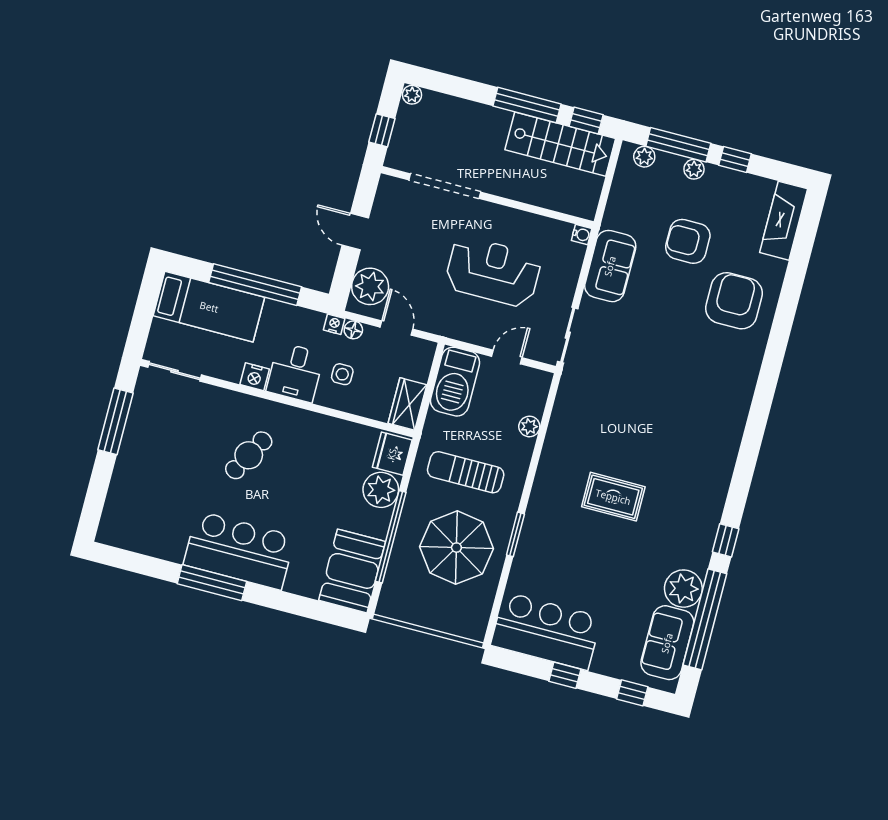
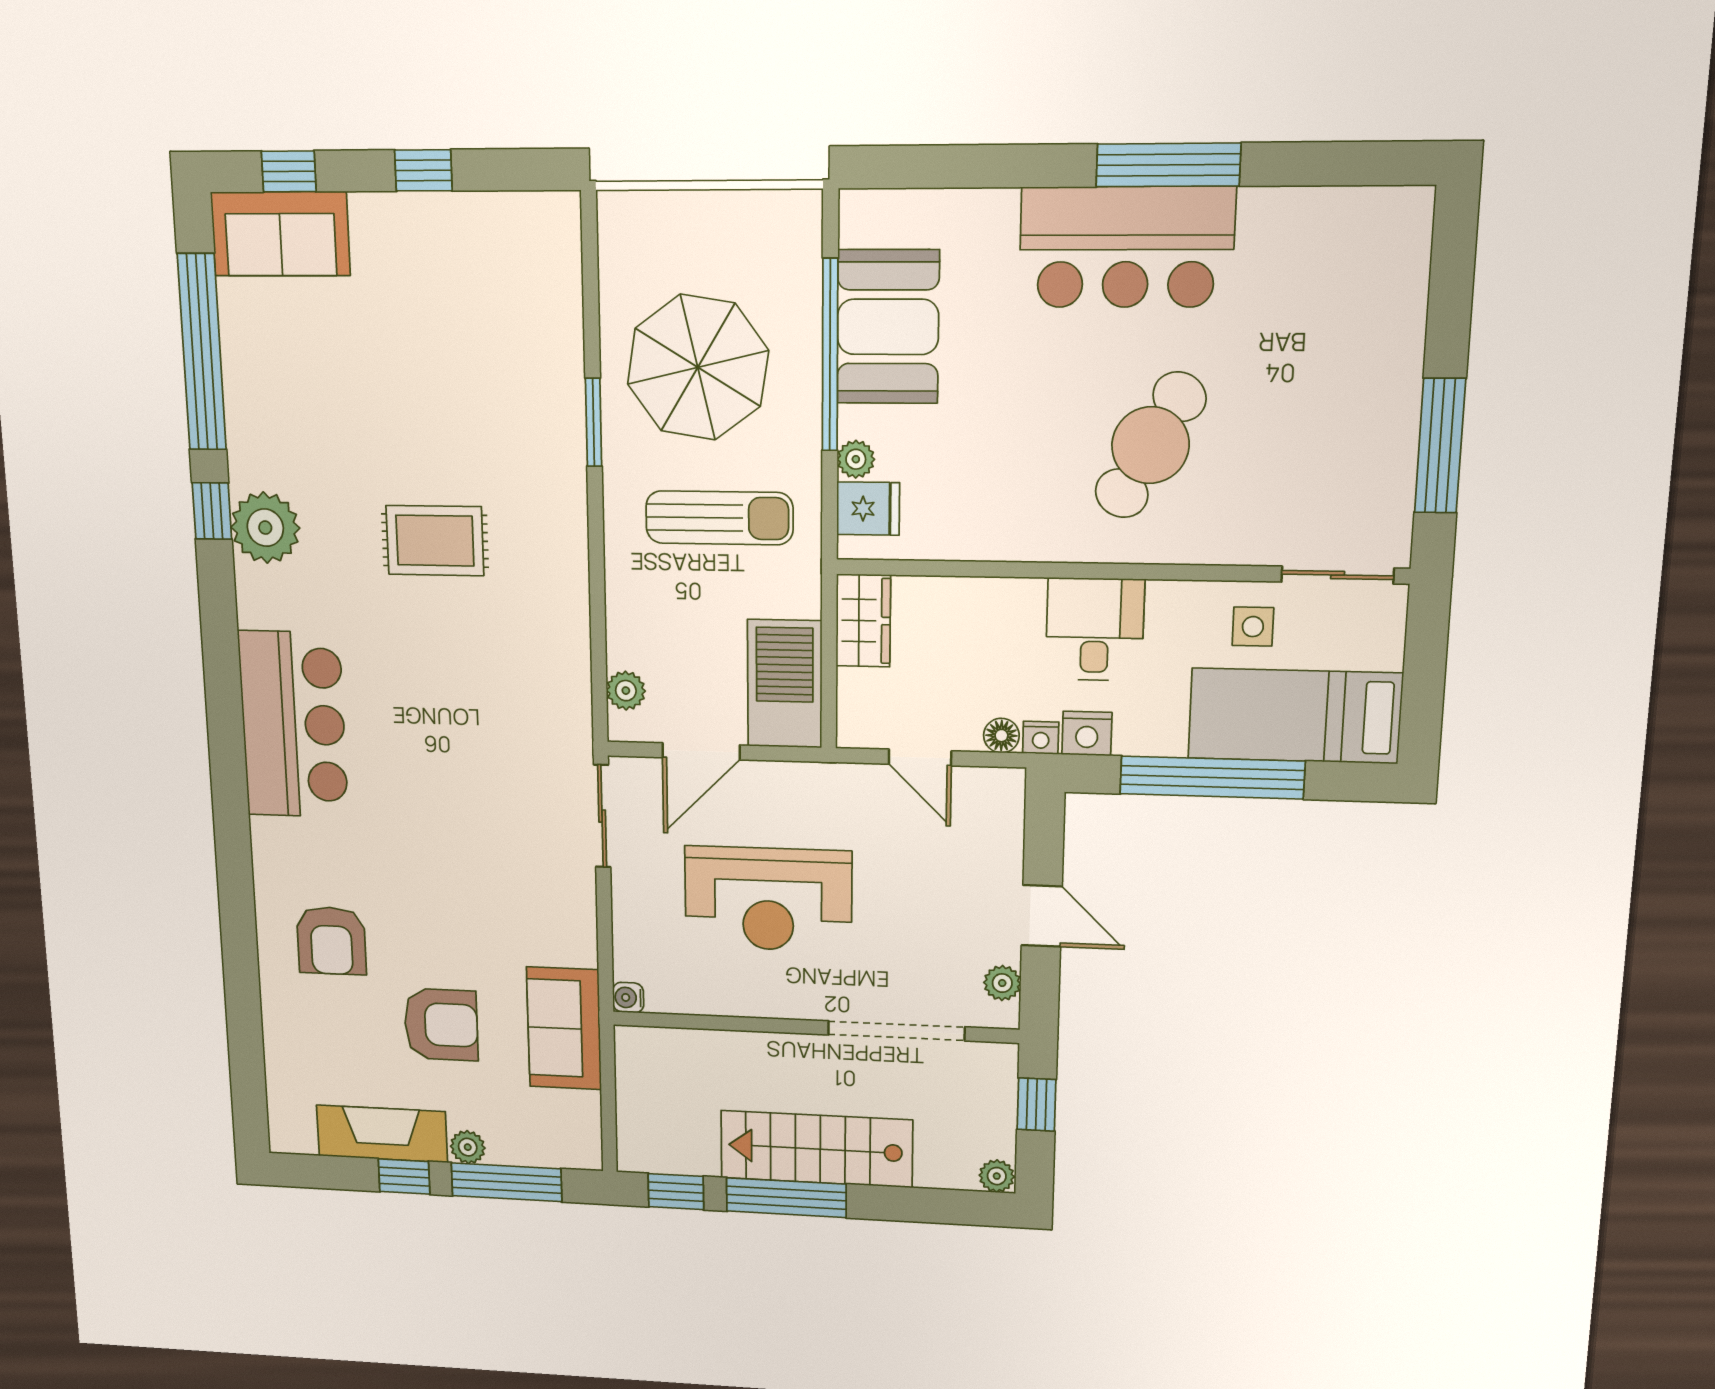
stairs: (560, 144) -> (816, 1149), moved
plant: (644, 157) -> (558, 1151), removed
fireplace: (784, 221) -> (382, 1134), moved, turned -90
sofa: (610, 266) -> (564, 1028), moved
plant: (370, 286) -> (1002, 983), moved, width x0.53, depth x0.53
armchair: (734, 301) -> (331, 941), width x0.73, depth x0.73
door: (507, 357) -> (701, 751), width x1.38
side table: (342, 374) -> (1253, 627), moved
nightstand: (255, 377) -> (1087, 734), moved, turned 180
plant: (529, 426) -> (626, 691), moved
fridge: (392, 454) -> (868, 509), width x0.72
cafe table: (249, 455) -> (1150, 445), width x1.37, depth x1.35
plant: (381, 490) -> (856, 459), width x0.53, depth x0.53
booth: (352, 571) -> (888, 327), moved
plant: (683, 589) -> (265, 528), moved
bar counter: (546, 631) -> (293, 724), moved, turned -90
sofa: (667, 643) -> (280, 234), moved, turned 90

